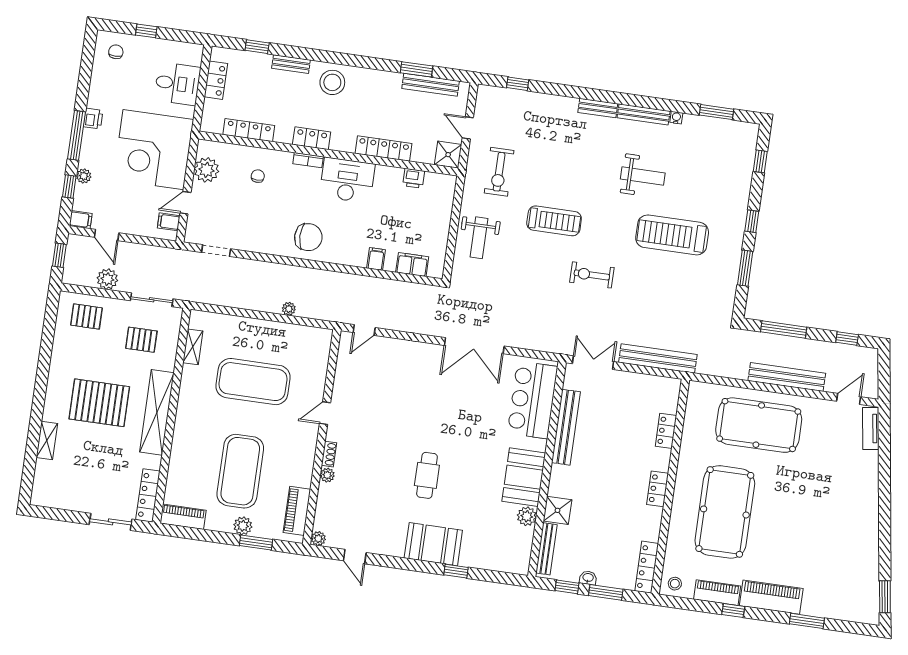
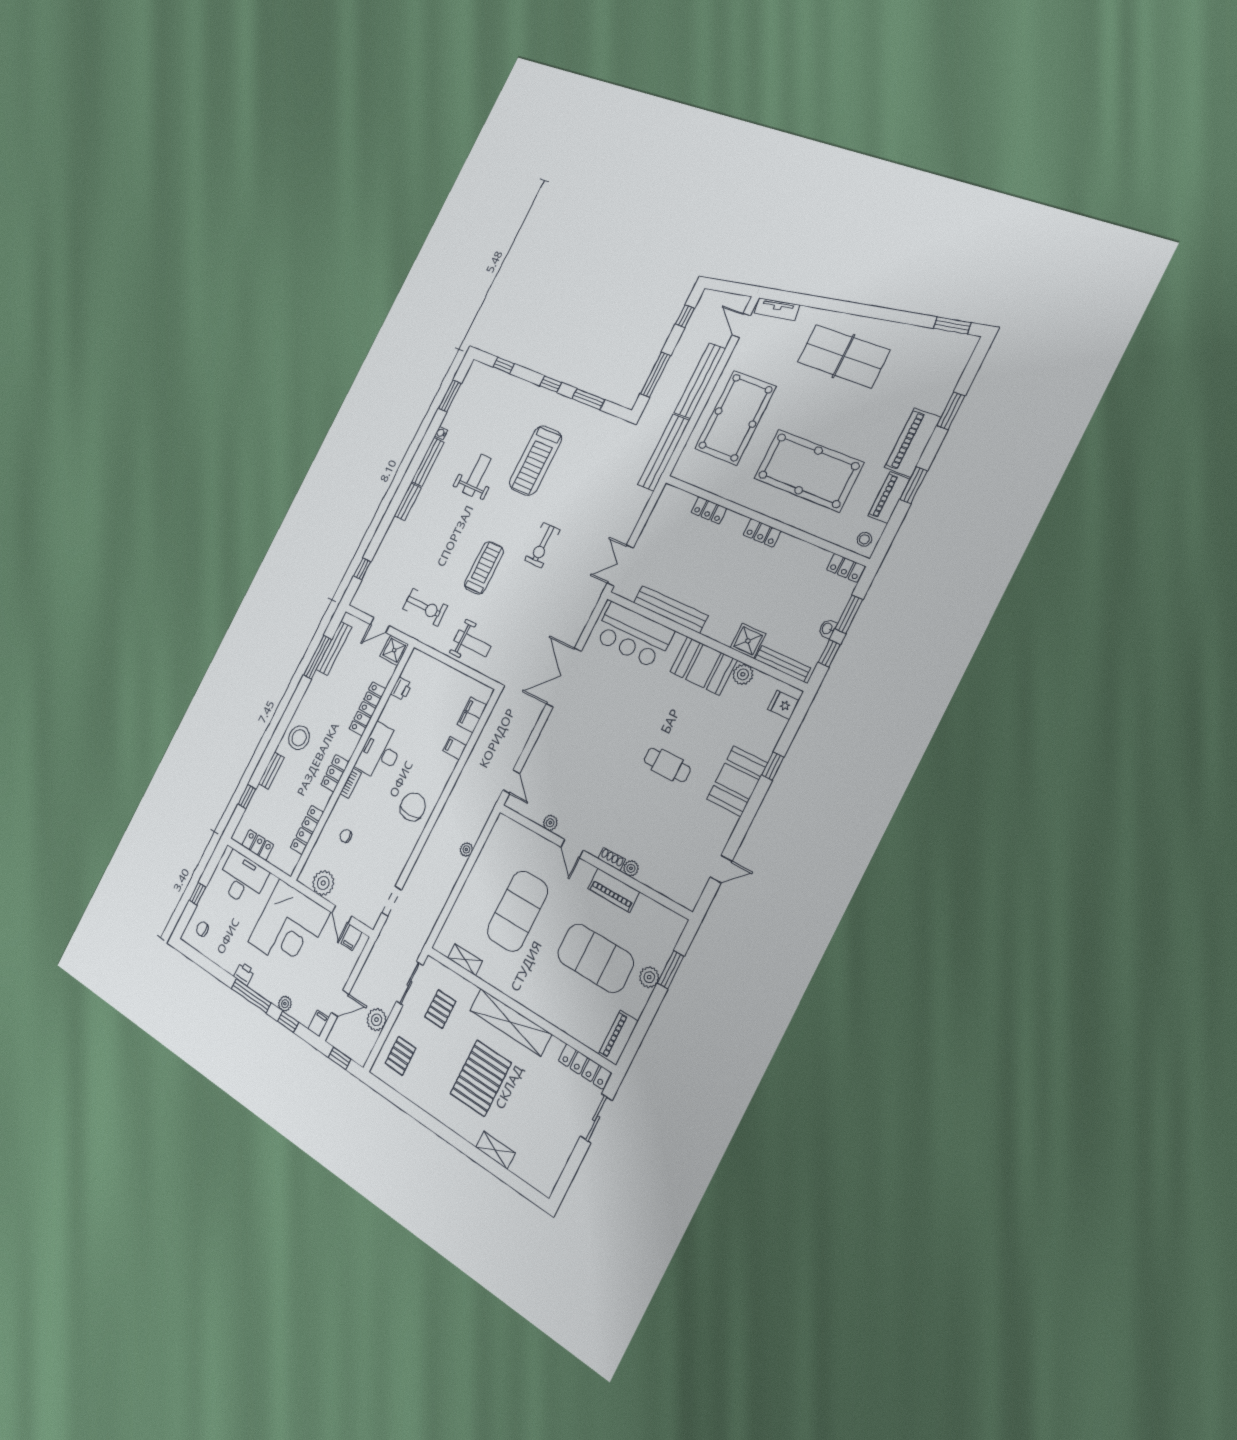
window: (416, 69) -> (318, 657), width x1.44
desk: (177, 84) -> (242, 879), width x1.37
double door: (474, 346) -> (564, 678), swing flipped
bench: (658, 359) -> (664, 453), moved
table tennis table: (838, 508) -> (844, 356), added
piano: (297, 511) -> (614, 890), moved
plant: (318, 539) -> (550, 823), moved
fridge: (511, 562) -> (783, 705), added
locker: (647, 567) -> (846, 568), width x0.66
window: (733, 611) -> (914, 485), width x1.50

